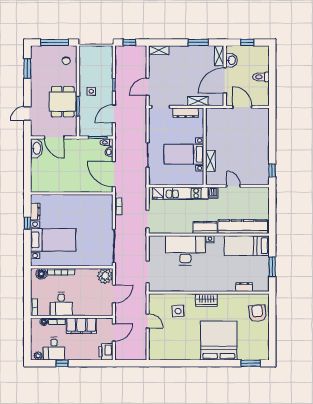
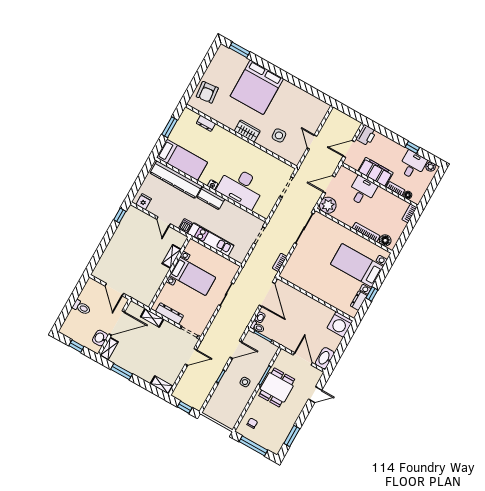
washing machine: (40, 183) -> (340, 324), added
fridge: (158, 193) -> (144, 202), moved
desk: (61, 304) -> (362, 191), moved

